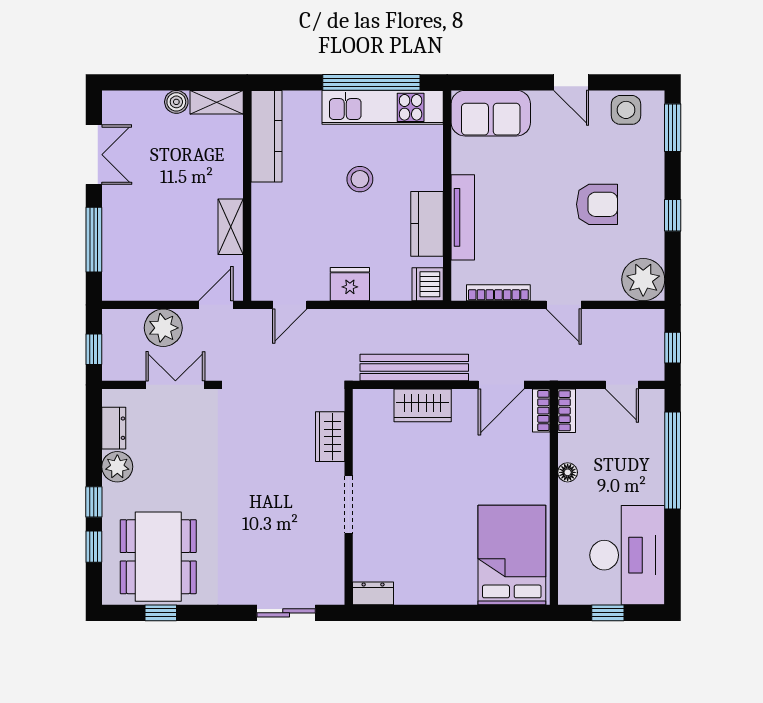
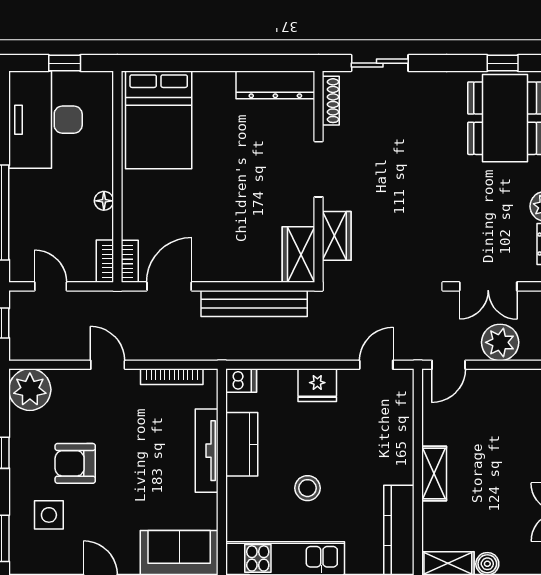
side table: (626, 110) -> (49, 515), moved
shelving: (231, 227) -> (434, 473), moved
dishwasher: (428, 284) -> (241, 381), width x0.73
wardrobe: (423, 405) -> (298, 255), moved, turned -90
shoe rack: (336, 575) -> (331, 101), added
dresser: (373, 593) -> (275, 85), width x1.96, depth x1.24

